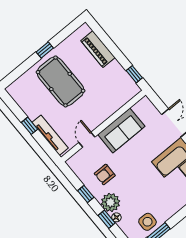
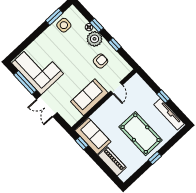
sofa: (120, 82) -> (93, 136), added
tv unit: (50, 135) -> (169, 114), moved

